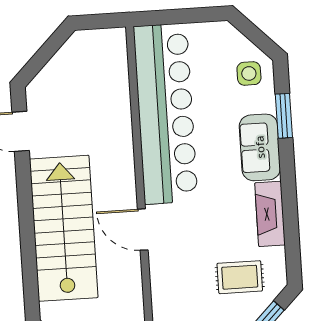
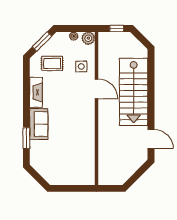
side table: (249, 73) -> (81, 66), moved
bar counter: (166, 114) -> (82, 143), removed

